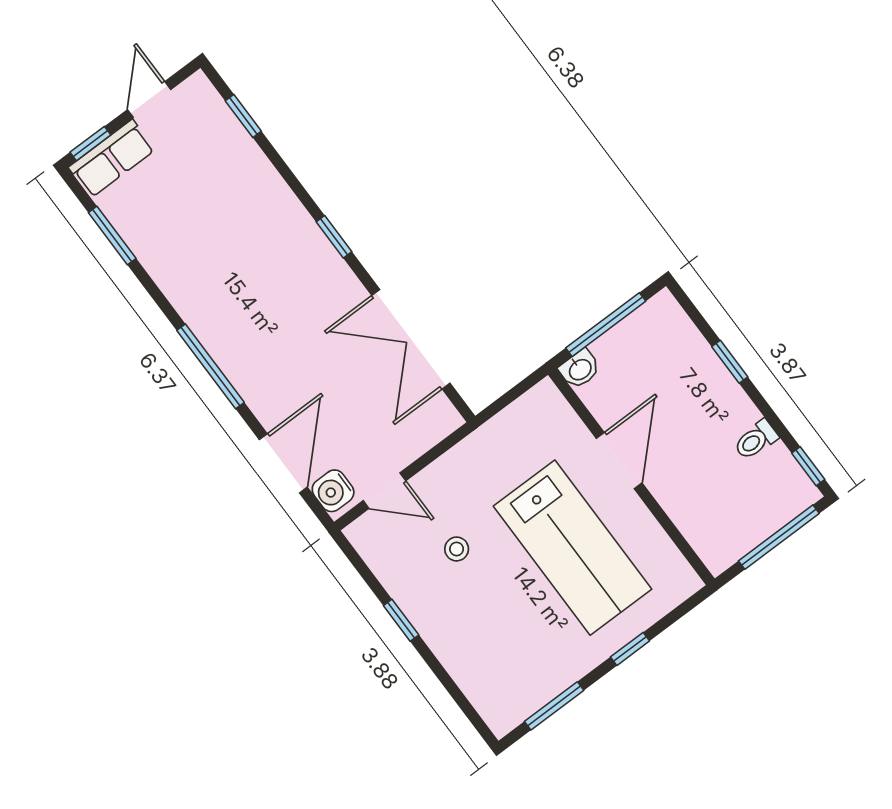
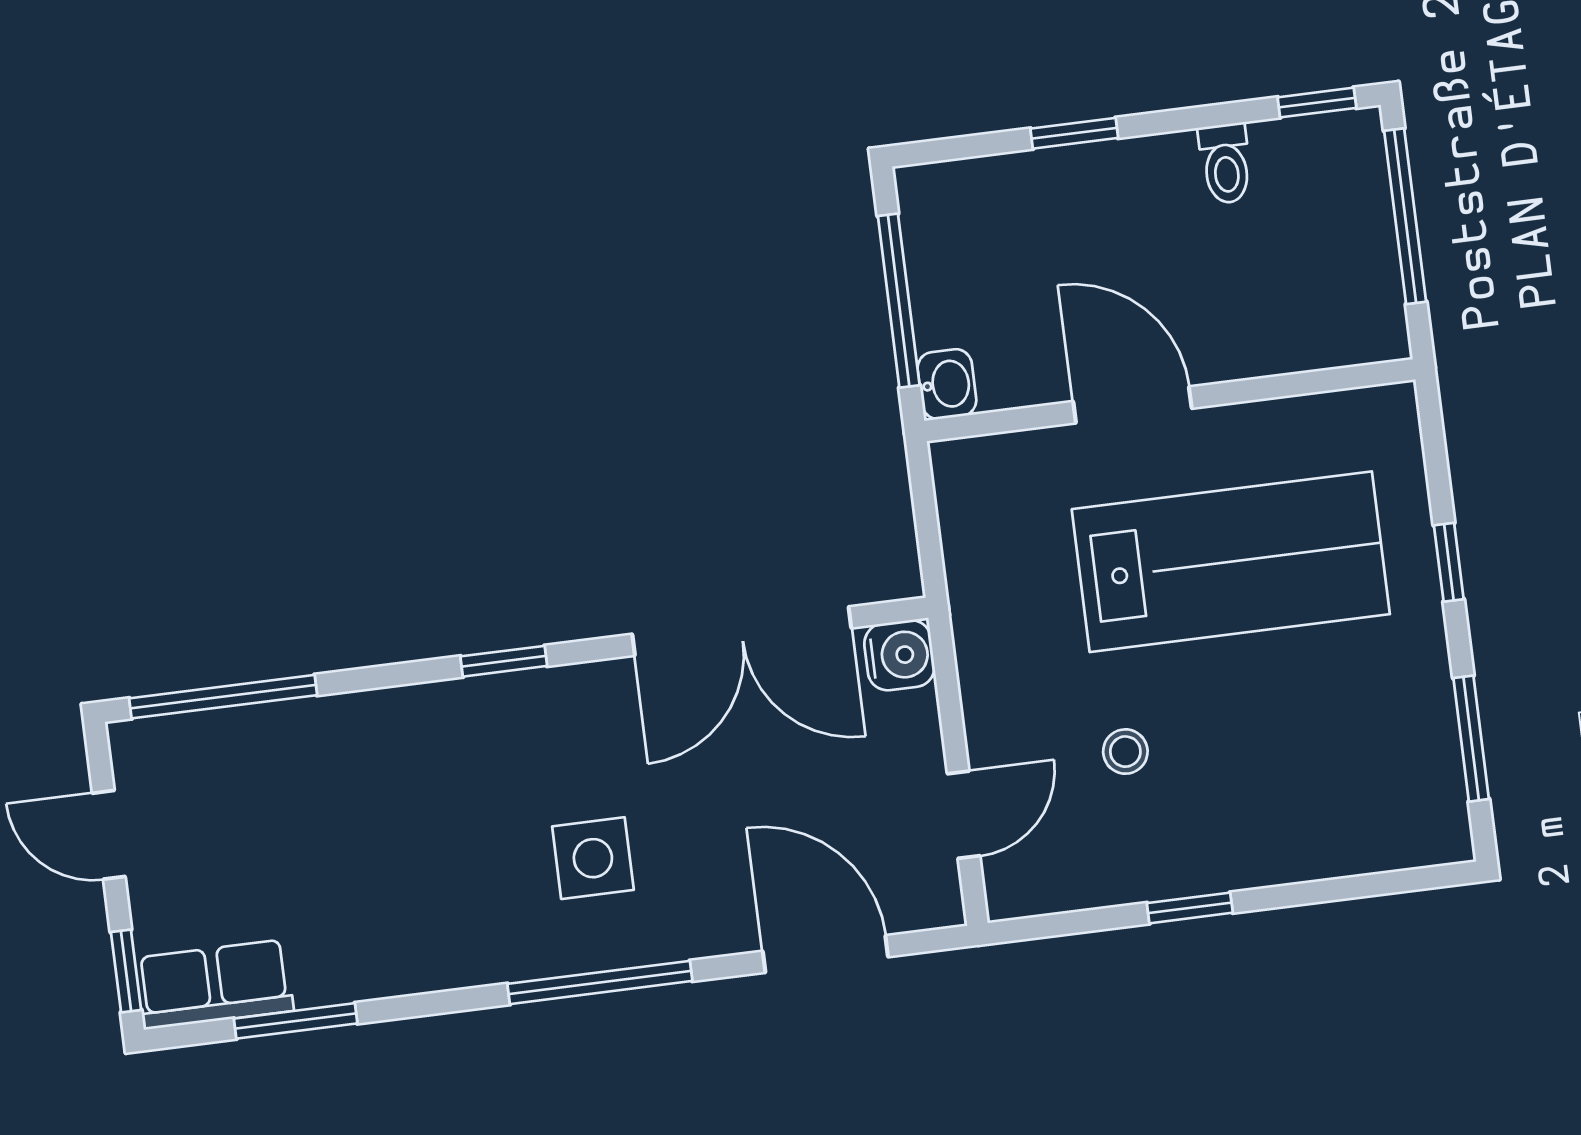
window: (243, 116) -> (223, 697), width x2.17
row of seats: (112, 159) -> (214, 984), moved, turned -90
side table: (266, 330) -> (593, 858), added
water cooler: (333, 491) -> (899, 655), moved, turned -90

